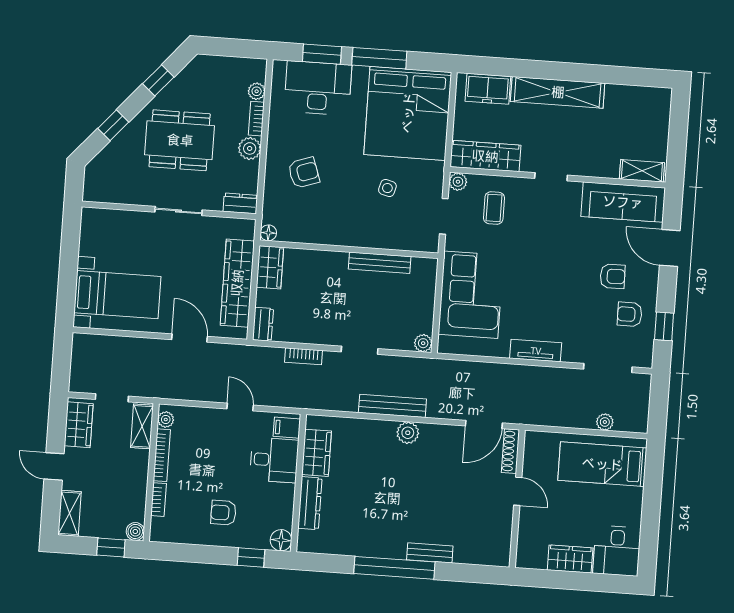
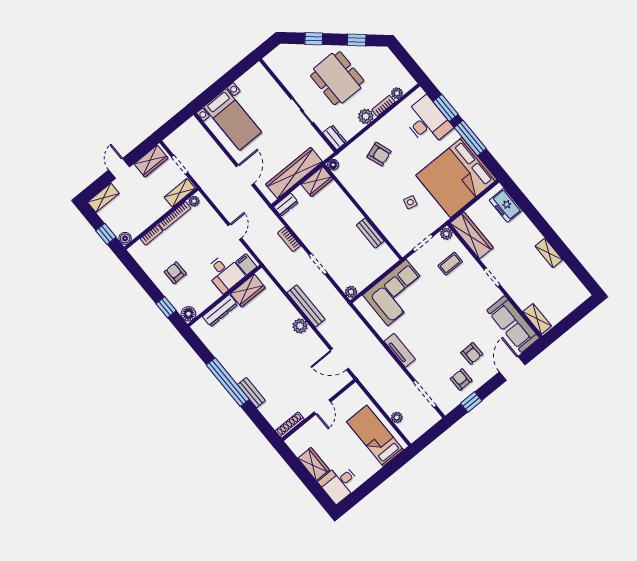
shelving: (558, 92) -> (549, 253), width x0.45, depth x0.75
bench: (380, 263) -> (370, 233), width x0.73
shoe rack: (510, 451) -> (290, 425), moved

